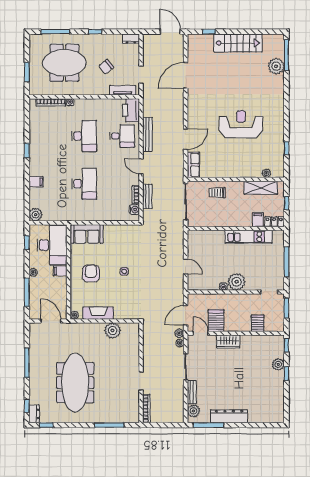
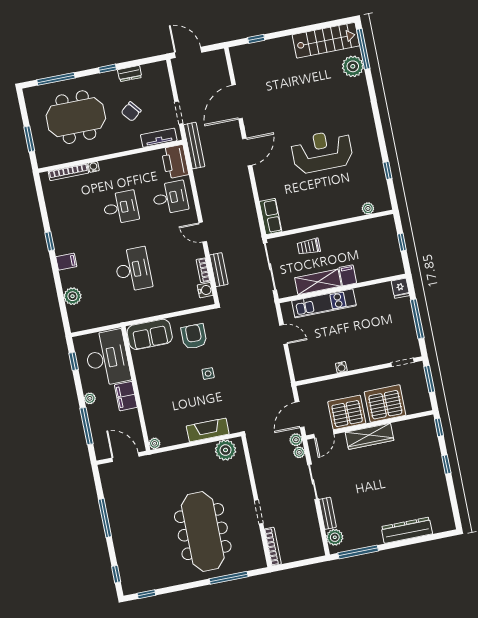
door: (170, 32) -> (188, 52), moved
dresser: (131, 39) -> (130, 74), moved
stairs: (238, 43) -> (326, 40), moved
bench: (147, 134) -> (194, 146), moved
desk: (84, 136) -> (121, 207), width x0.73
door: (186, 139) -> (247, 152), moved
filing cabinet: (36, 182) -> (66, 262), moved
shelving: (261, 188) -> (318, 282), moved
plant: (36, 215) -> (73, 296), moved
filing cabinet: (258, 220) -> (348, 275), moved
locker: (274, 222) -> (391, 270), removed
kitchen unit: (248, 237) -> (324, 303), moved
fridge: (279, 237) -> (400, 288), added
door: (186, 266) -> (284, 334), moved
filing cabinet: (60, 271) -> (126, 396), width x2.00
armchair: (91, 273) -> (194, 336), moved
plant: (237, 282) -> (357, 358), removed
fireplace: (98, 313) -> (208, 430), moved
server rack: (216, 321) -> (347, 412), width x1.60
server rack: (258, 323) -> (385, 403), width x2.18, depth x1.44
plant: (112, 330) -> (226, 450), moved
door: (201, 333) -> (324, 434), swing flipped
wardrobe: (228, 342) -> (369, 436), width x1.50
plant: (278, 364) -> (433, 455), removed
meeting table: (75, 383) -> (203, 532), moved
dresser: (34, 414) -> (128, 583), removed
dresser: (229, 416) -> (407, 530), moved

